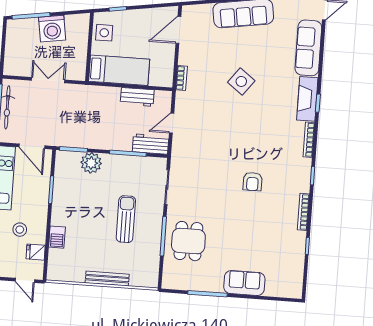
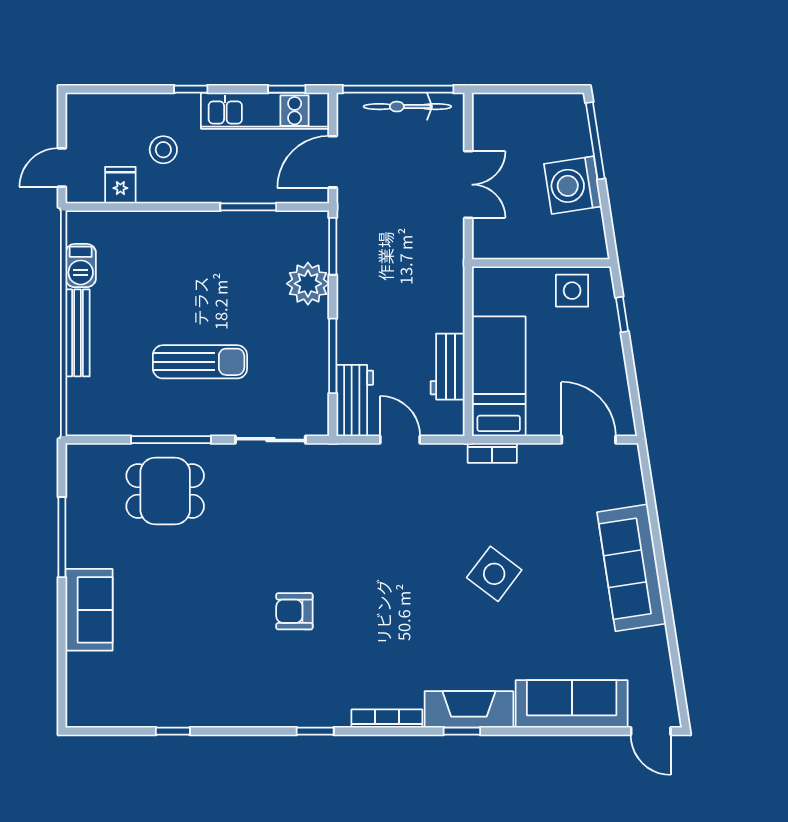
bed: (119, 70) -> (499, 376), moved, turned 180
bookcase: (303, 212) -> (241, 718), removed
barbecue: (57, 237) -> (81, 266), moved, turned -90

